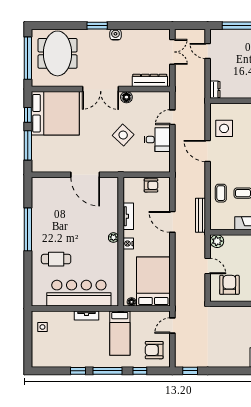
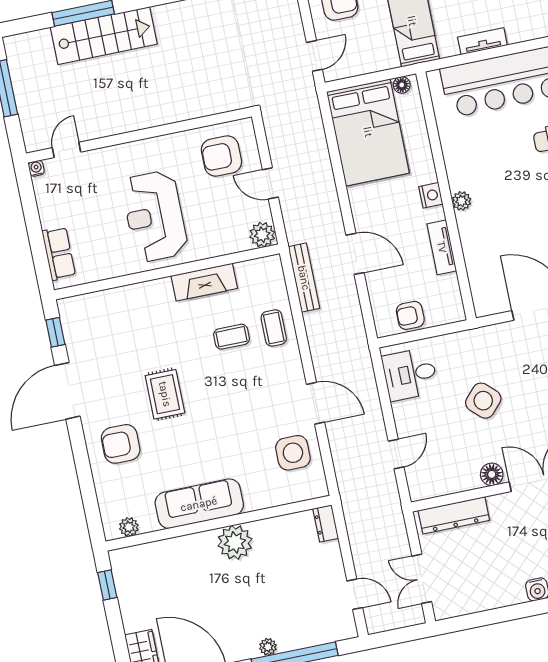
desk: (157, 140) -> (410, 374), moved
armchair: (229, 285) -> (221, 156), turned 90

